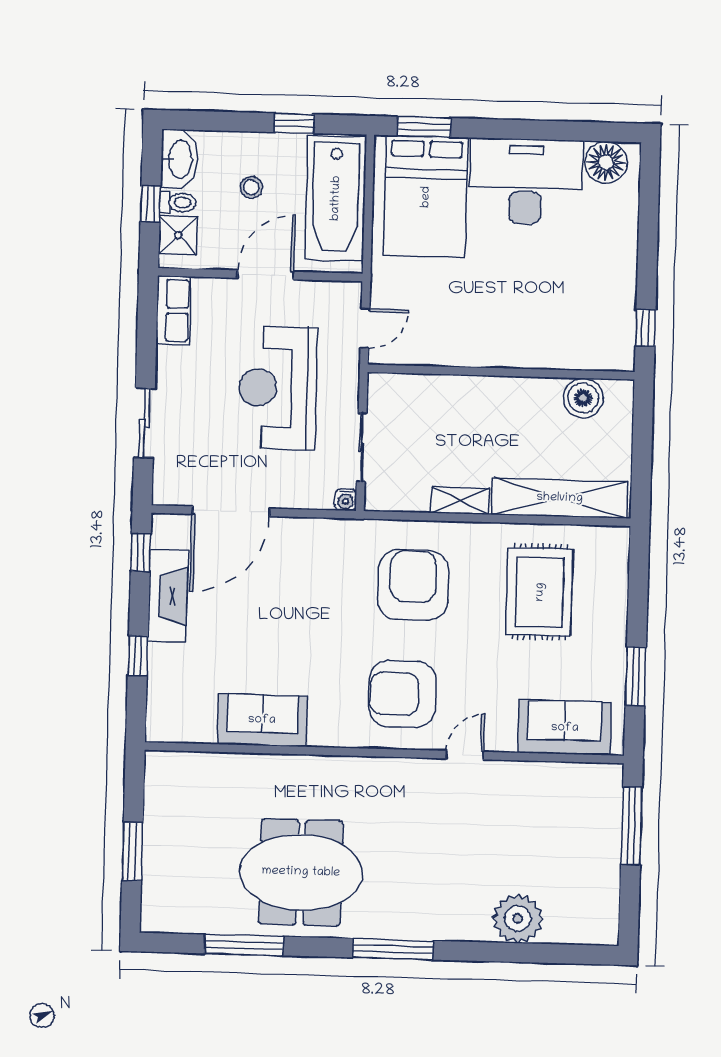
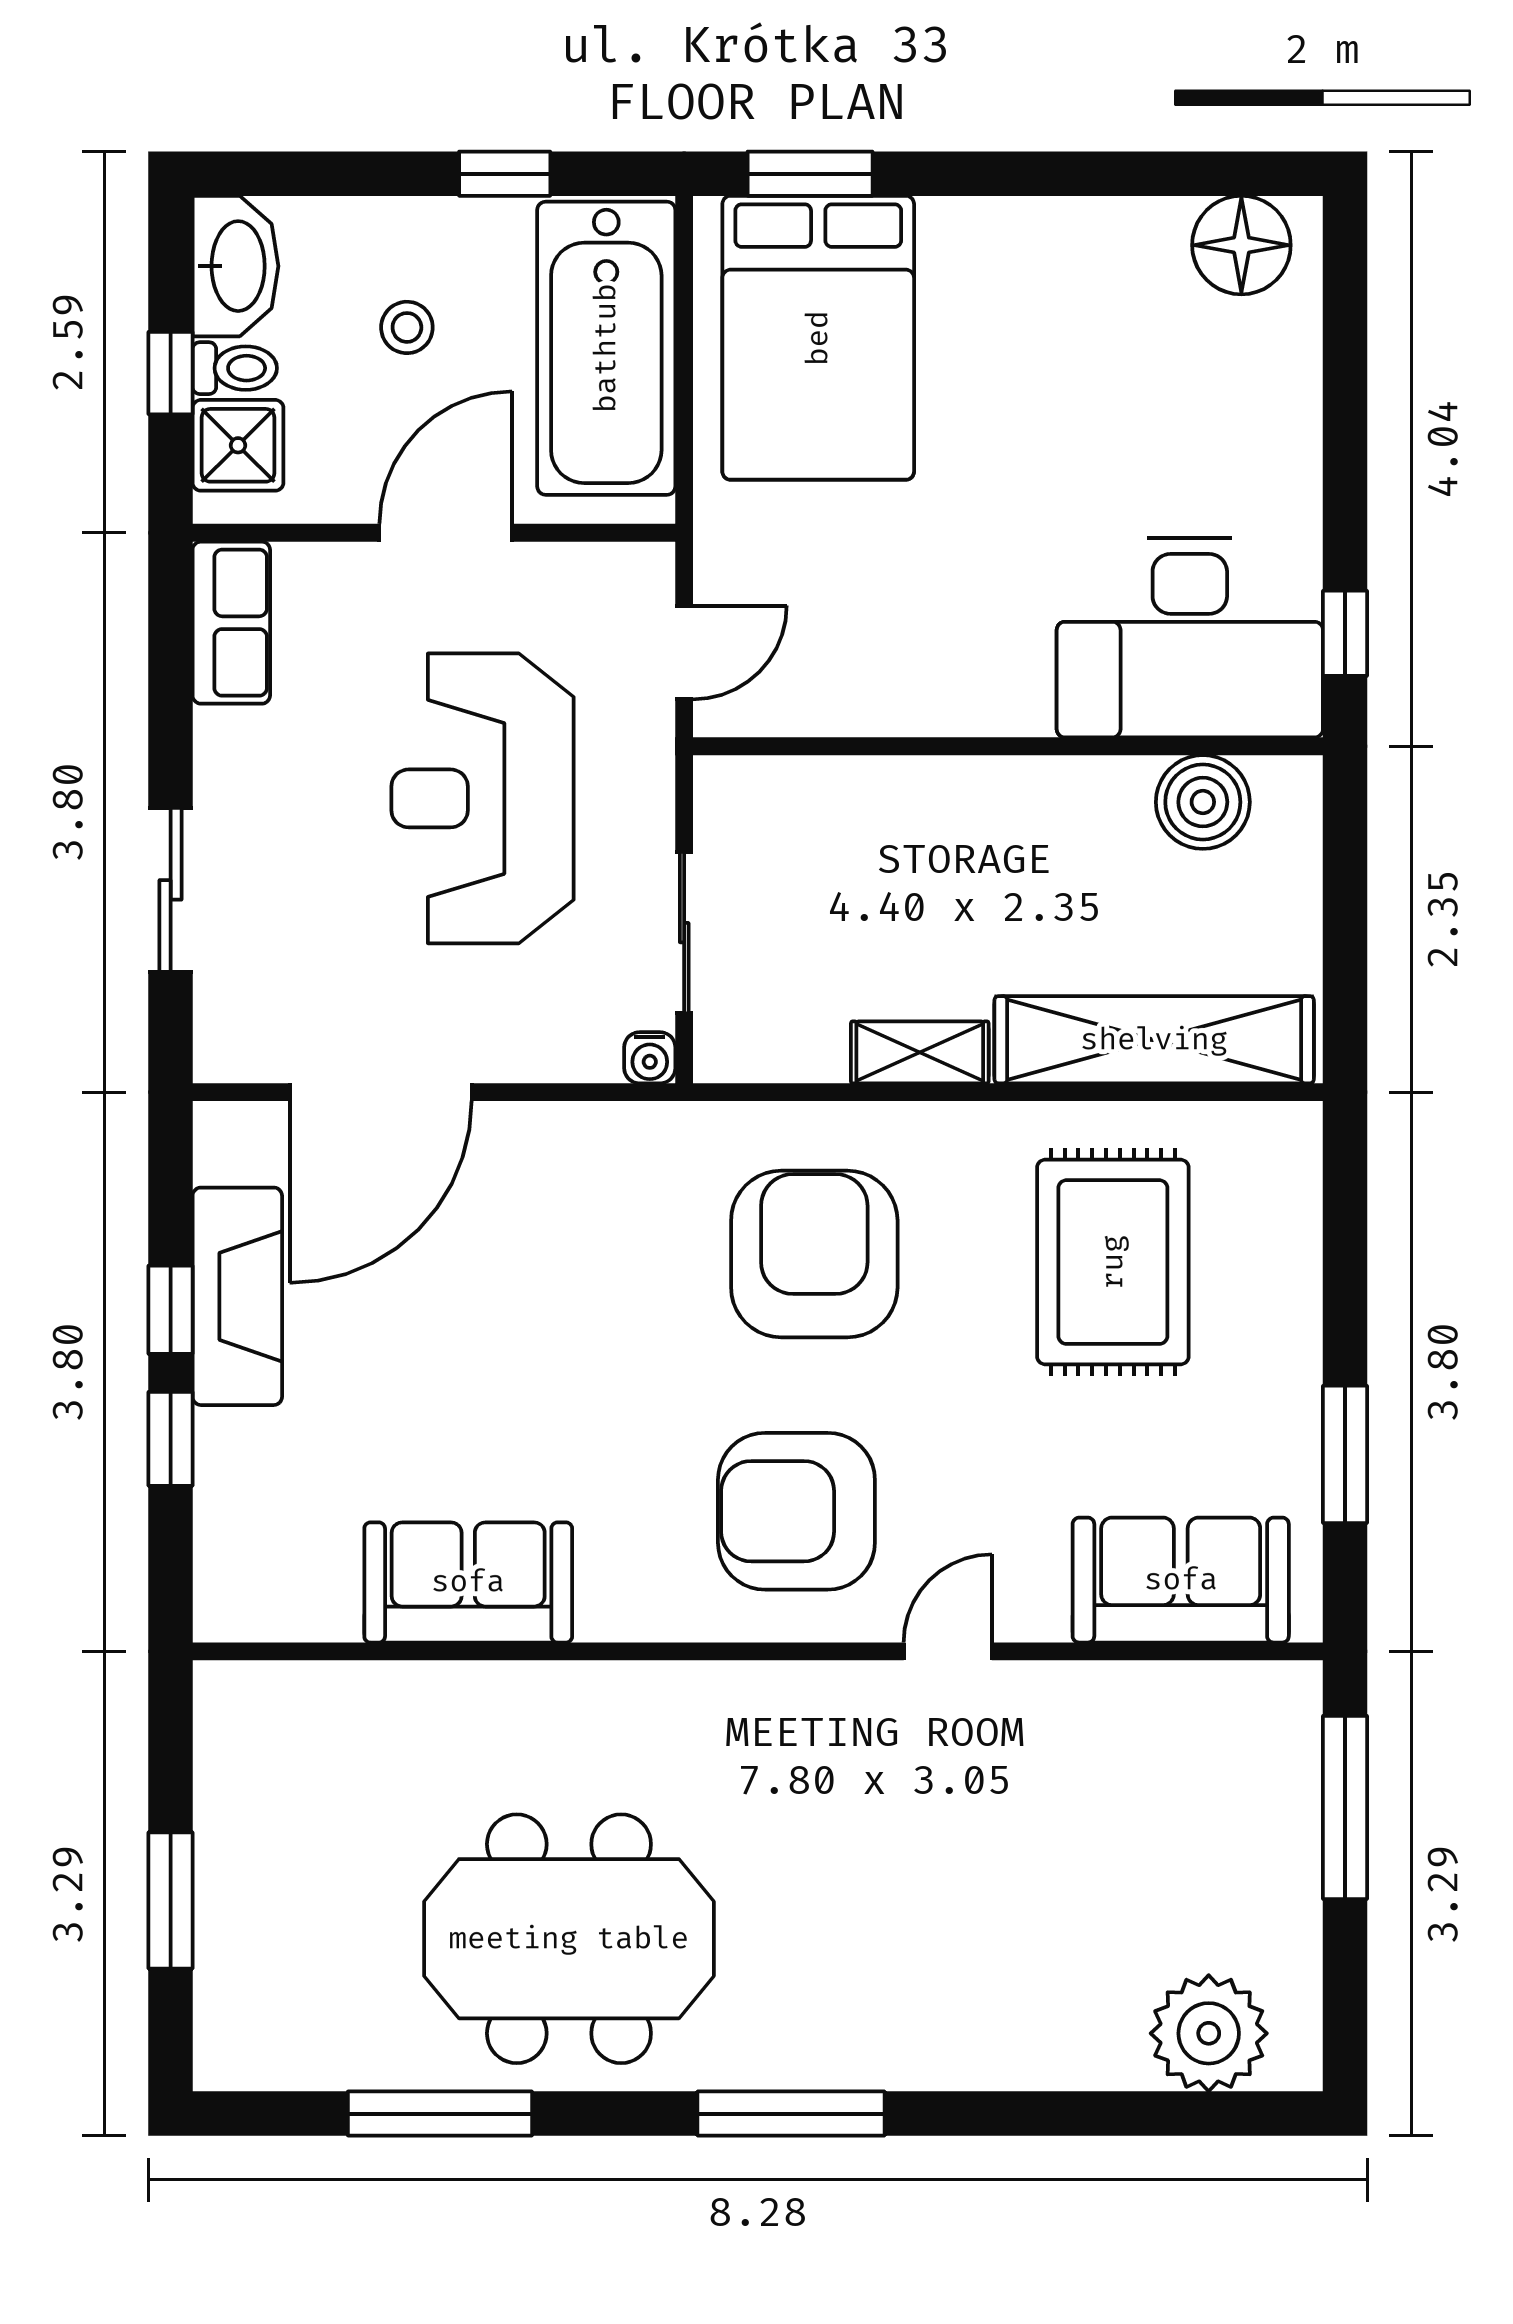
desk: (526, 181) -> (1190, 638), moved, turned 180
window: (141, 552) -> (171, 1310), moved
plant: (518, 919) -> (1209, 2033), moved

